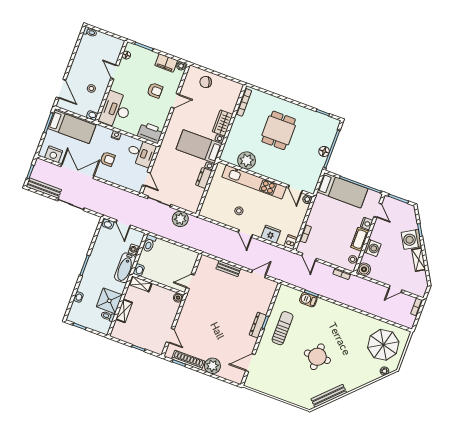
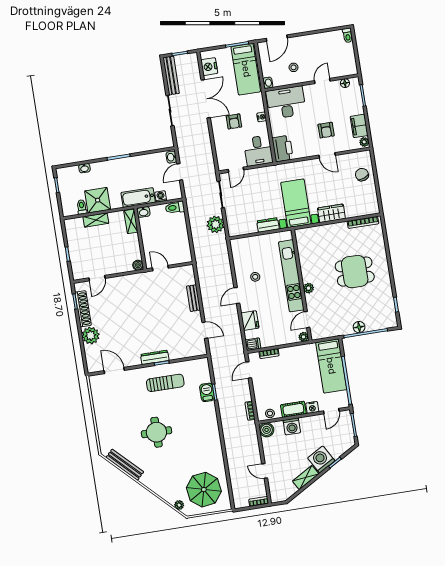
plant: (247, 160) -> (308, 288), moved, width x0.53, depth x0.53

